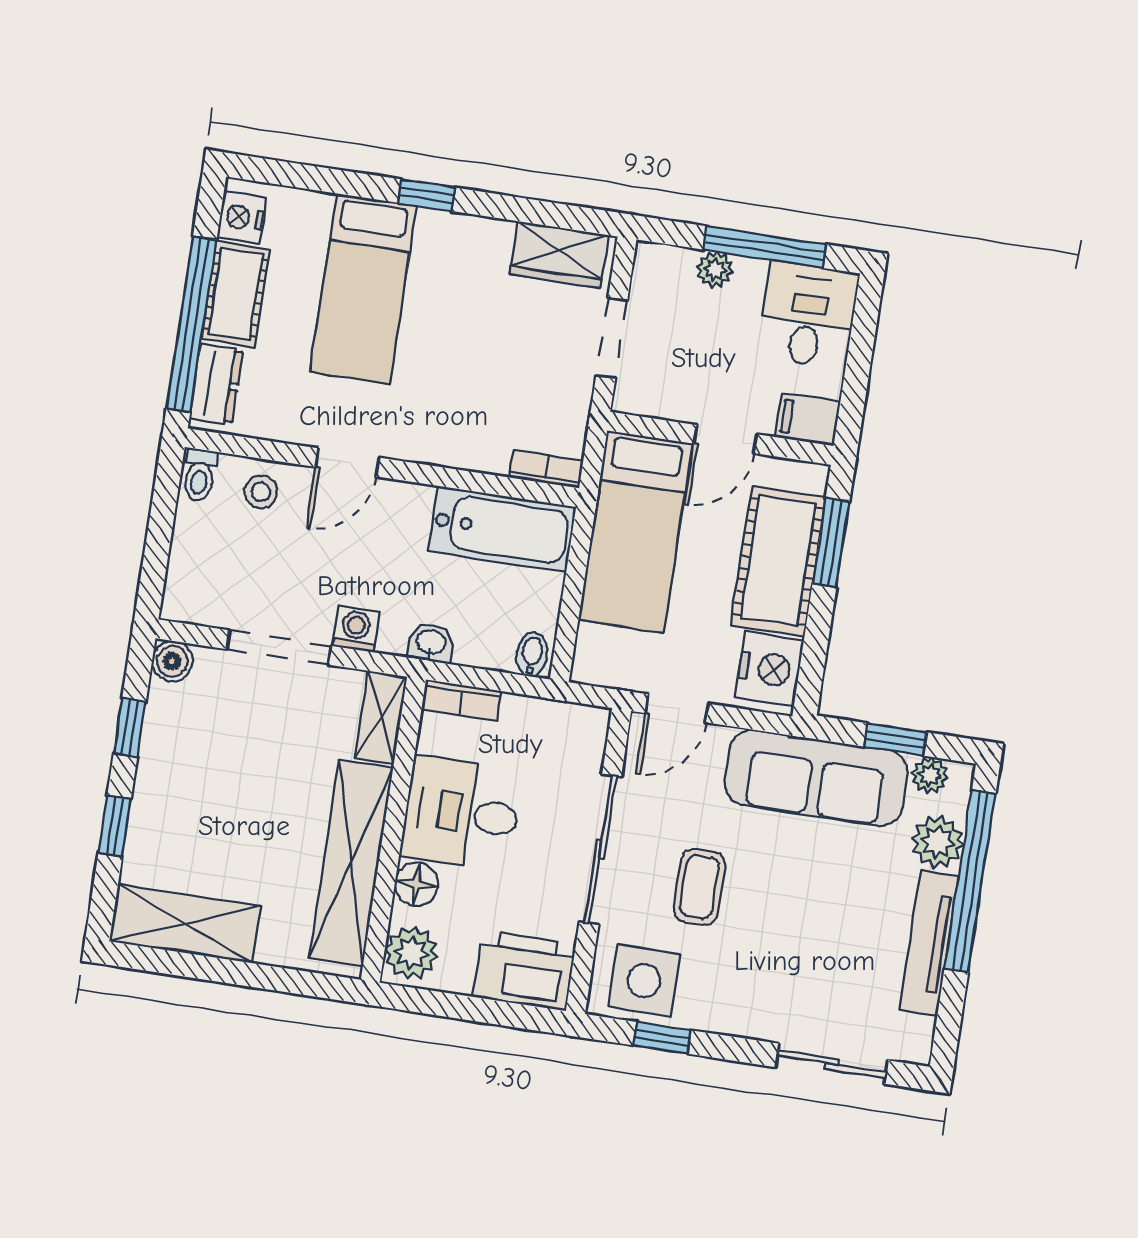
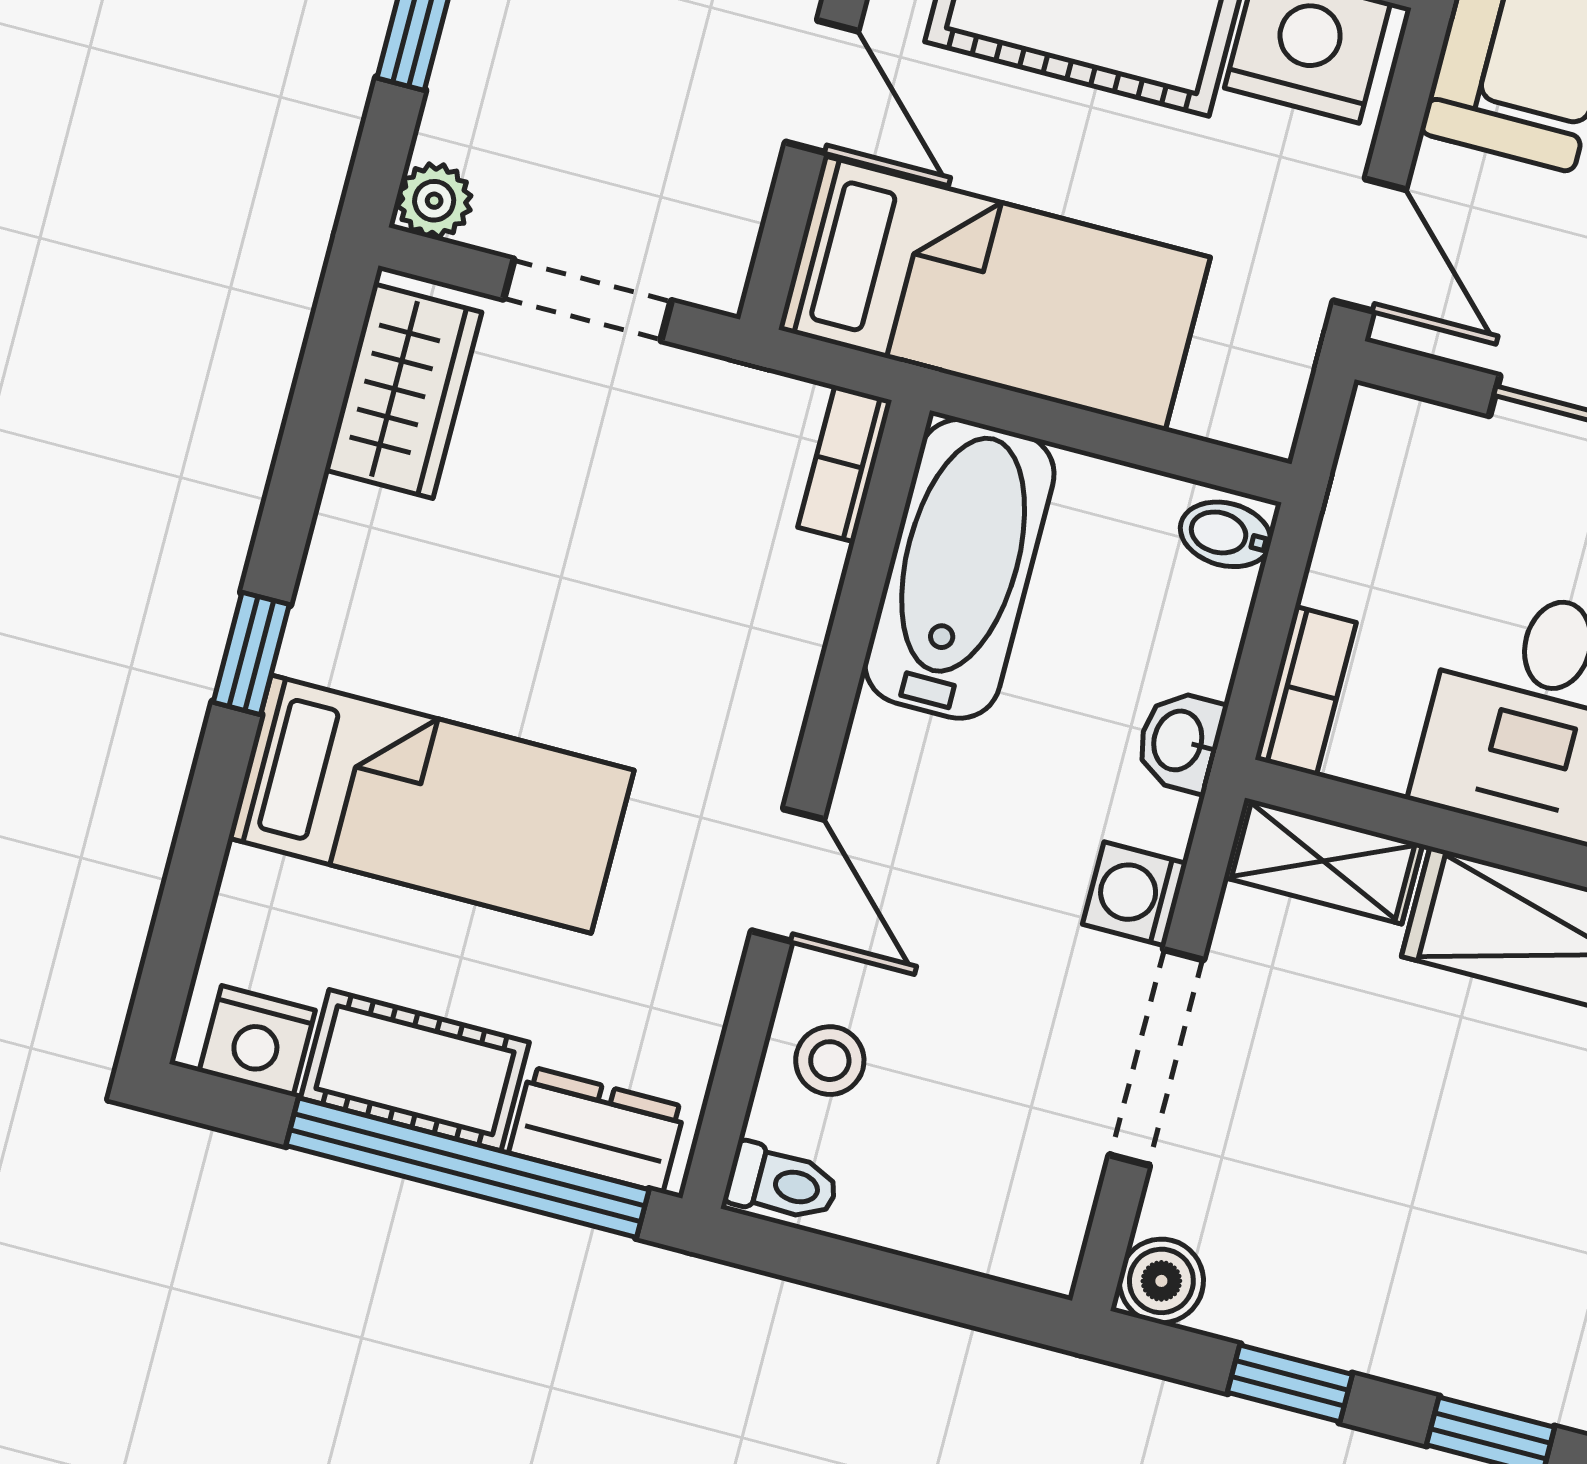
plant: (715, 269) -> (434, 201), moved

